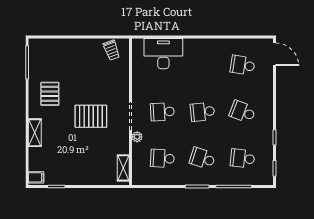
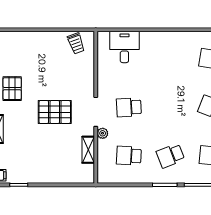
desk: (163, 54) -> (124, 47), width x0.73
school desk: (203, 112) -> (170, 107), removed
school desk: (203, 158) -> (170, 156), turned -39
shelving: (123, 168) -> (88, 150), moved

